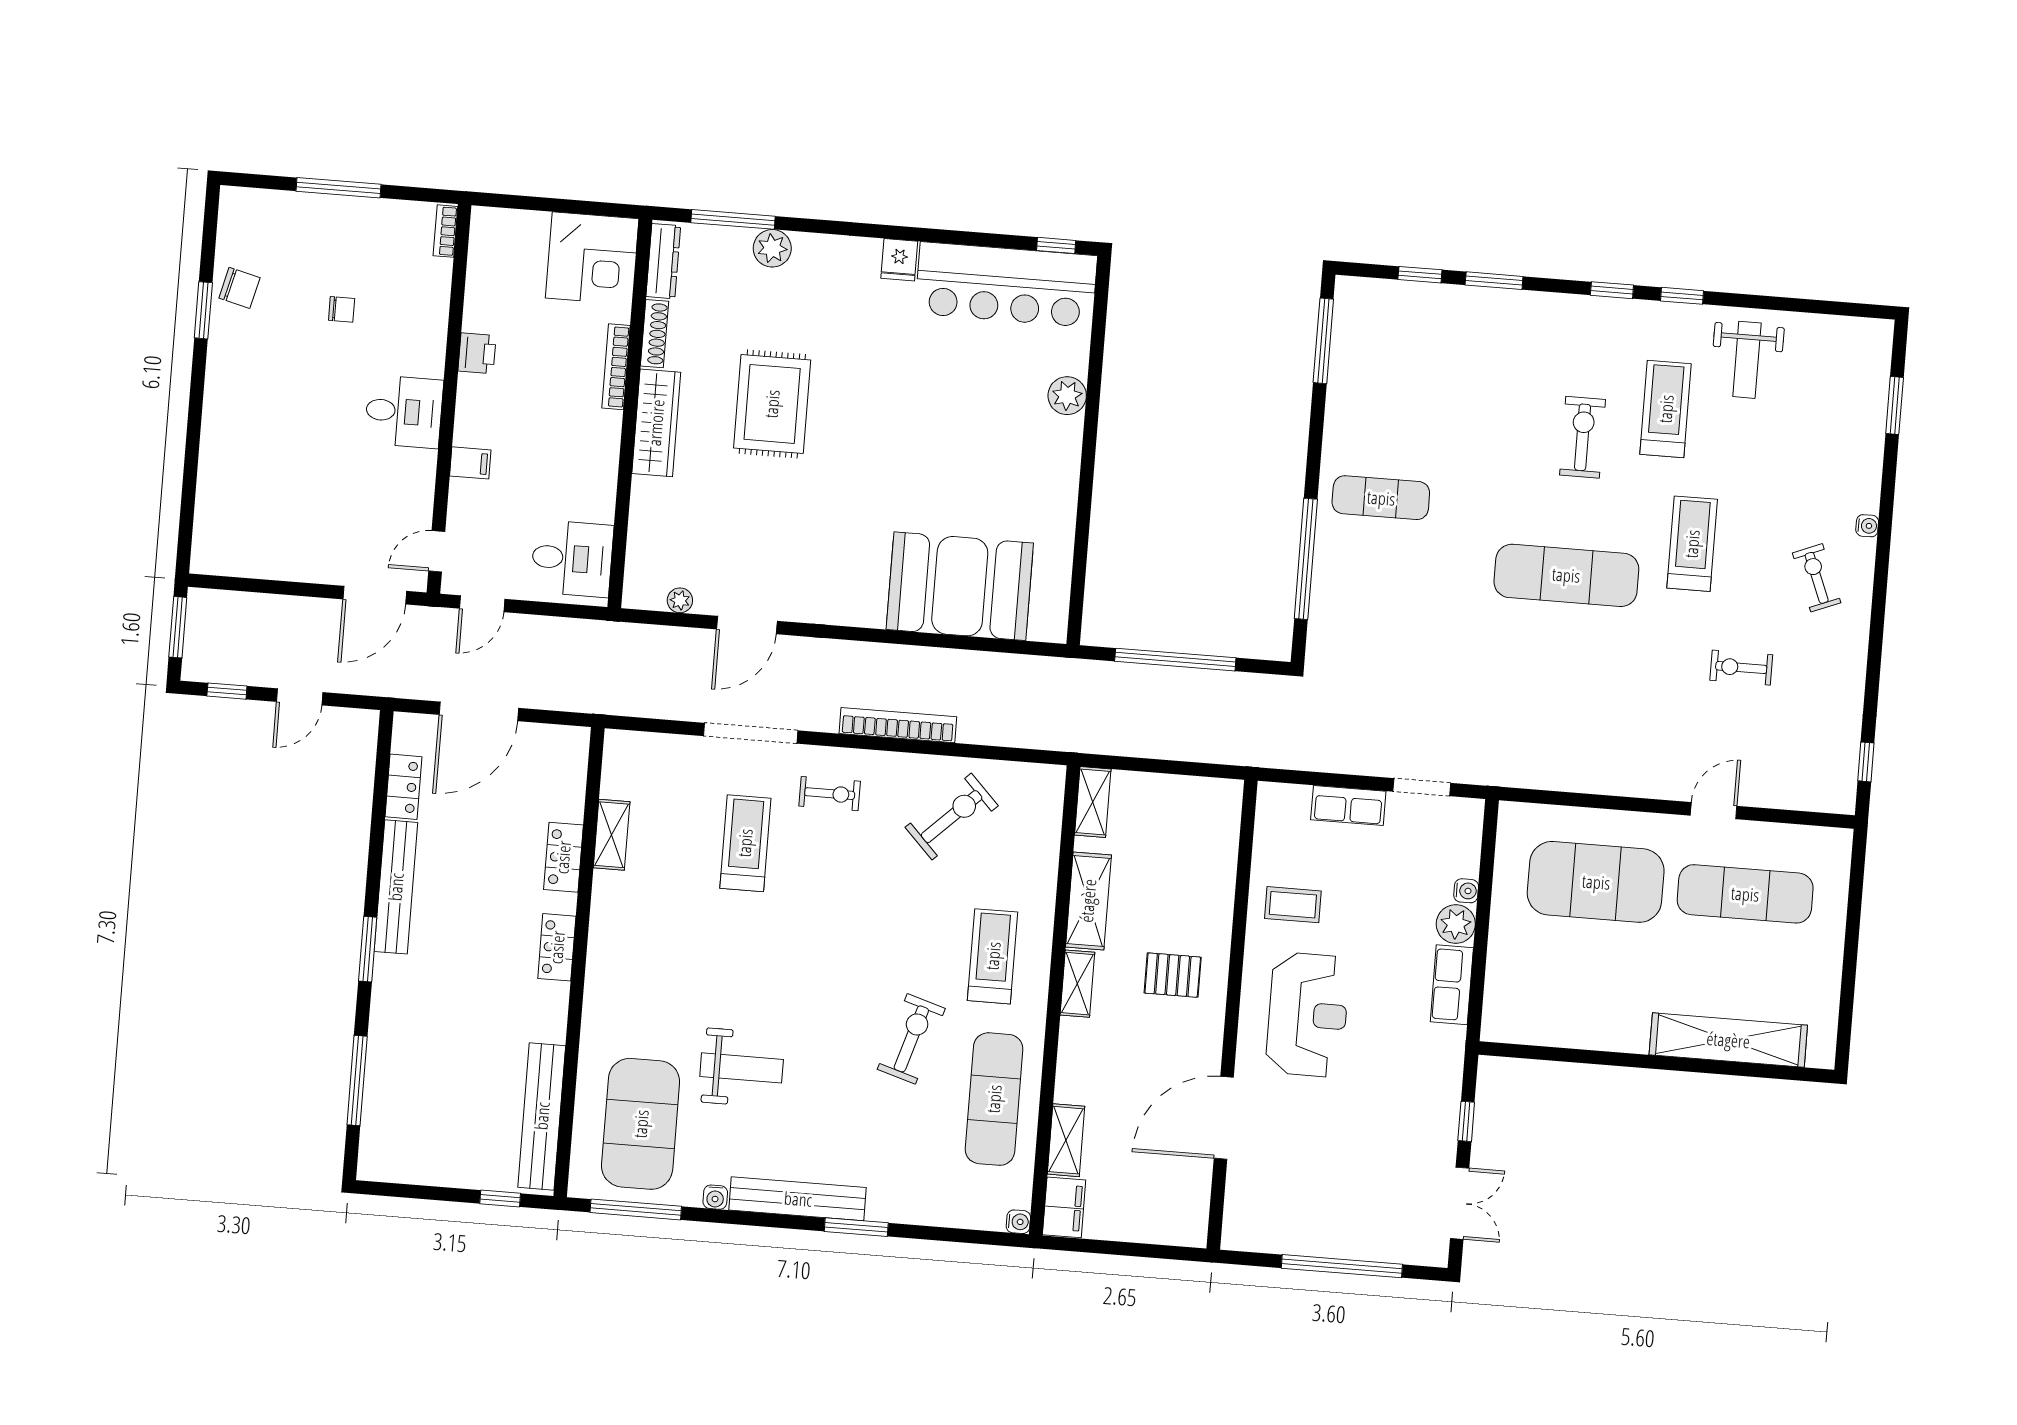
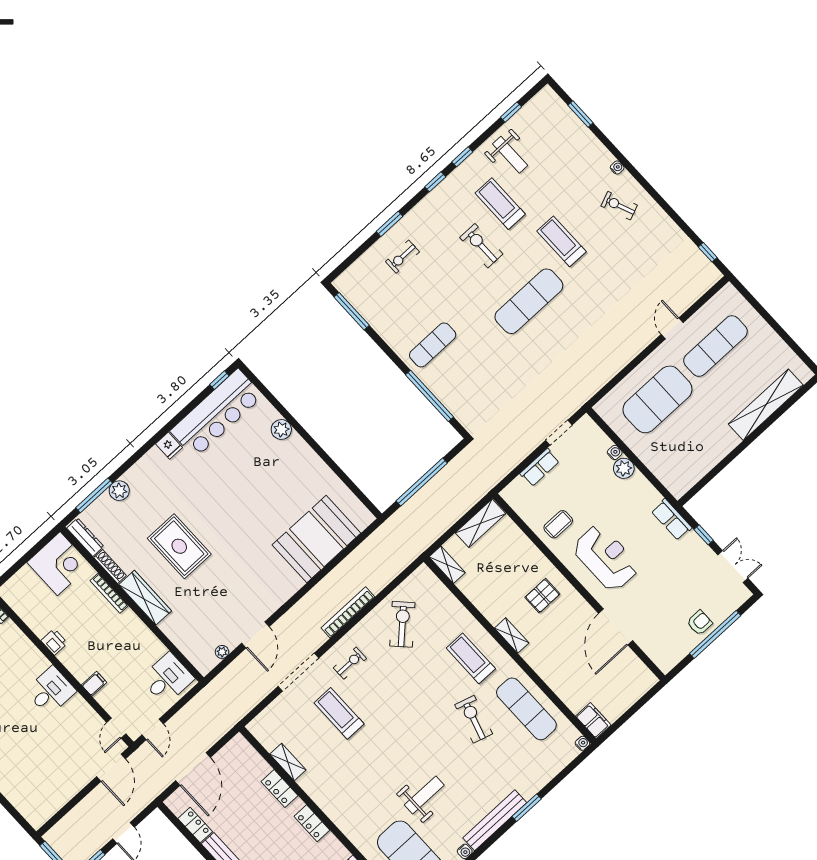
window: (1420, 275) -> (511, 112), moved
exercise bike: (1741, 668) -> (402, 257), moved
shelving: (1088, 901) -> (480, 523), moved, turned 90
row of seats: (1452, 985) -> (672, 520), moved
shelving: (1066, 1140) -> (568, 696), removed
armchair: (1338, 1229) -> (700, 623), added

